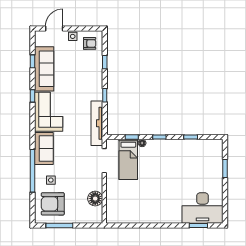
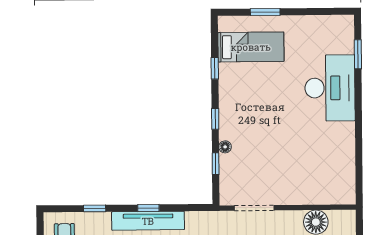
tv unit: (97, 123) -> (148, 221), moved
bed: (128, 159) -> (251, 47), moved
desk: (203, 208) -> (330, 88), moved

